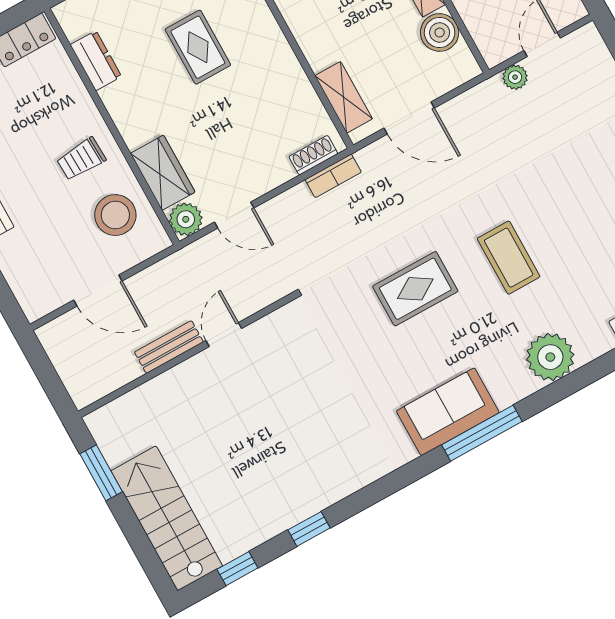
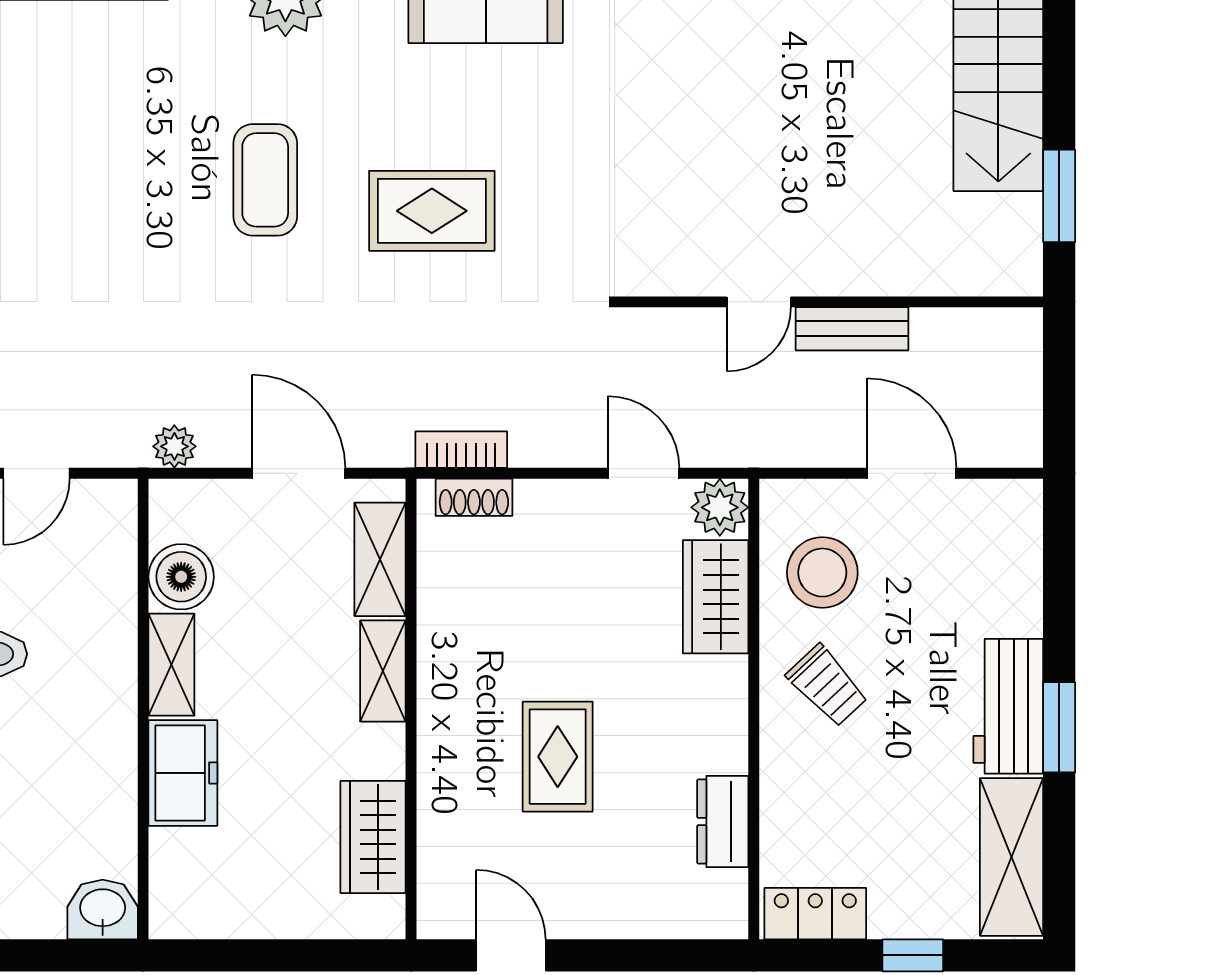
shelving: (311, 41) -> (383, 671), added
plant: (515, 77) -> (174, 446), moved
trolley: (81, 159) -> (827, 686), turned 49

